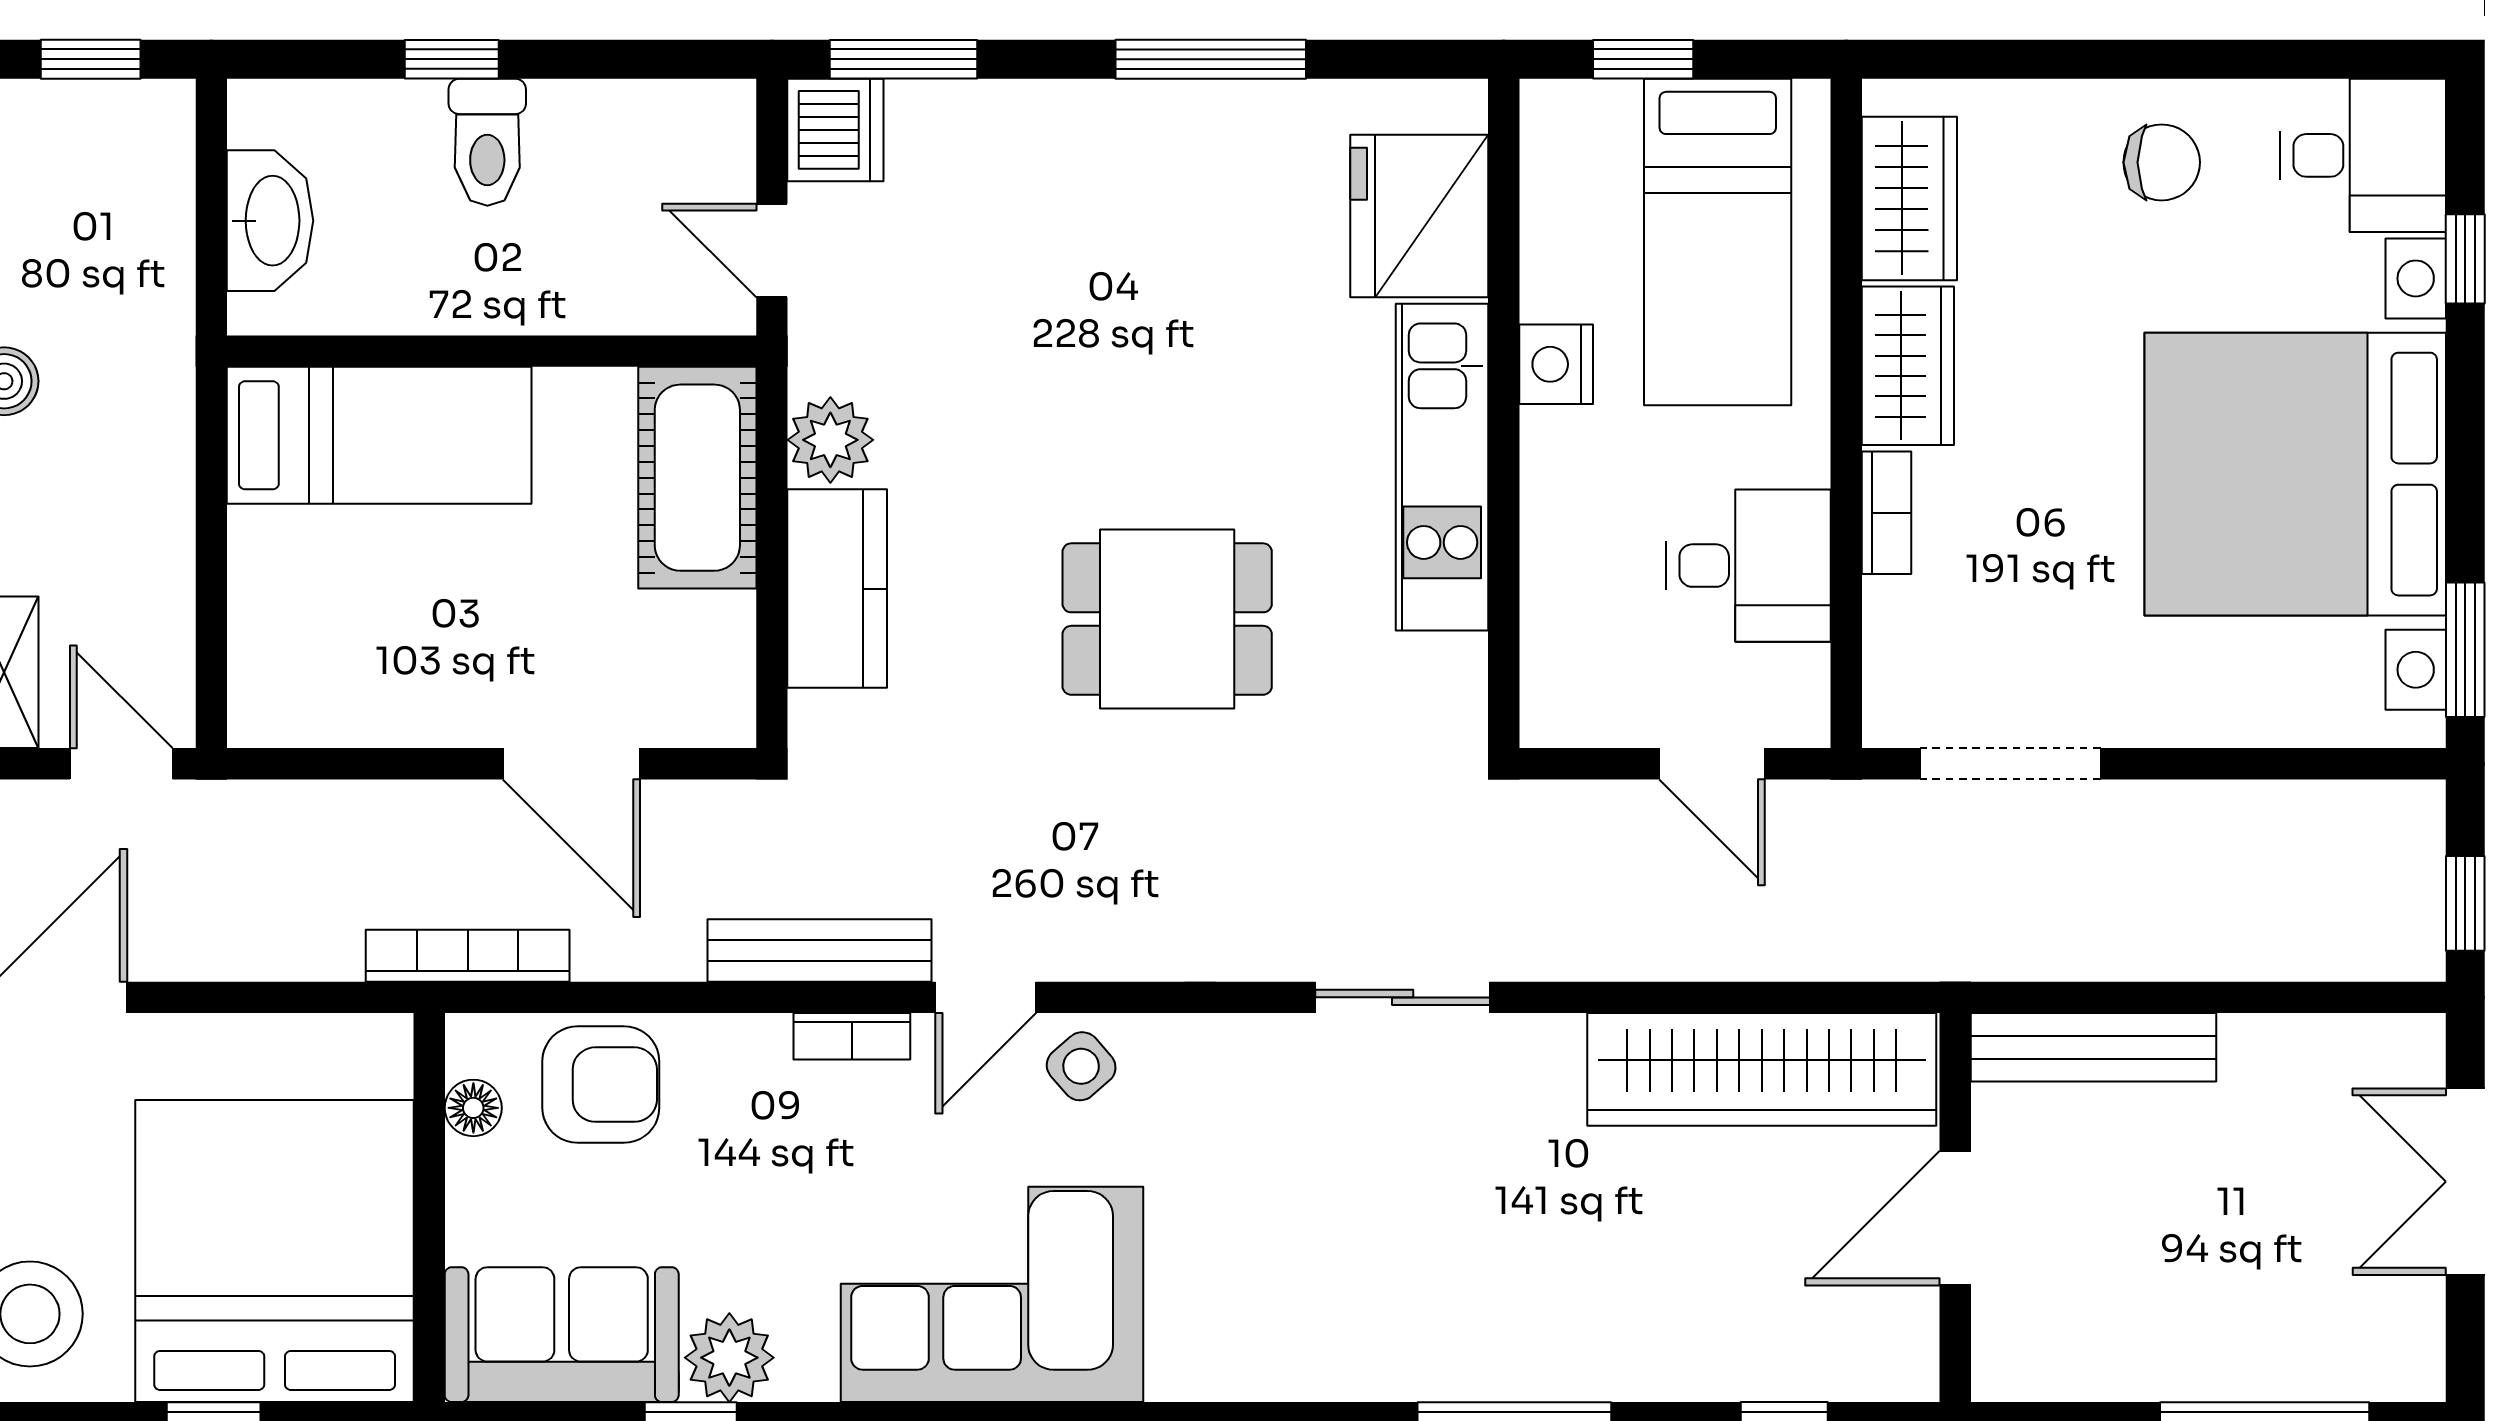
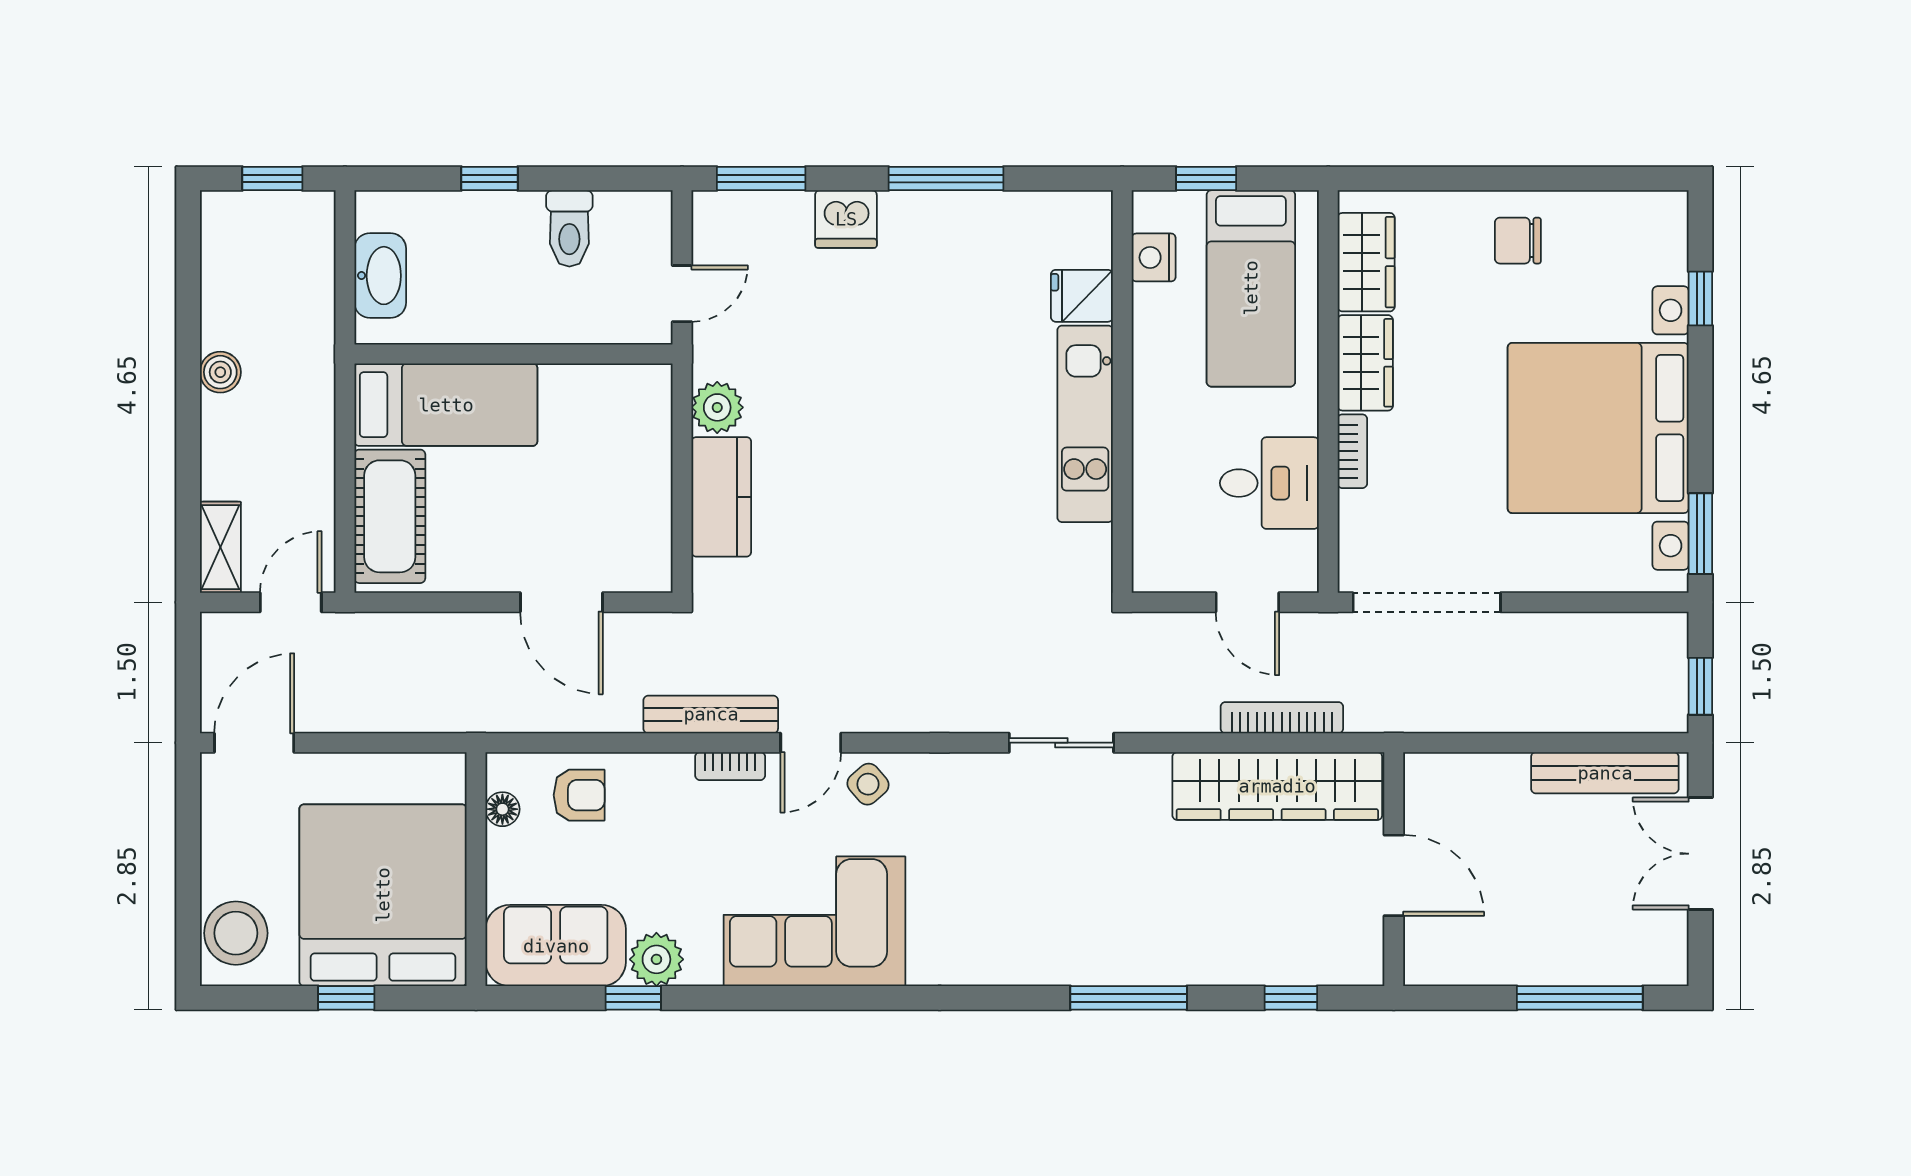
dishwasher: (835, 130) -> (846, 219), moved, turned 90
toilet: (487, 142) -> (569, 228), moved
desk: (2363, 155) -> (1639, 236), removed
chair: (2162, 162) -> (1518, 241), turned 180
fridge: (1419, 216) -> (1082, 296), width x0.53, depth x0.75
door: (772, 251) -> (682, 294), swing flipped
nightstand: (1556, 364) -> (1154, 257), moved
cot: (697, 478) -> (390, 516), moved
dining table: (1167, 619) -> (920, 515), removed
door: (121, 764) -> (291, 602), hinge flipped
doorway: (2010, 764) -> (1427, 602), width x1.36
bookcase: (468, 956) -> (1282, 718), moved
bench: (2094, 1047) -> (1605, 773), moved
armchair: (601, 1085) -> (579, 795), width x0.72, depth x0.72
door: (1955, 1218) -> (1394, 875), swing flipped

